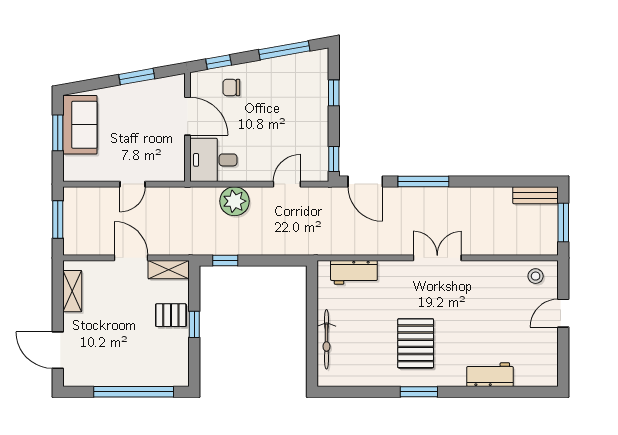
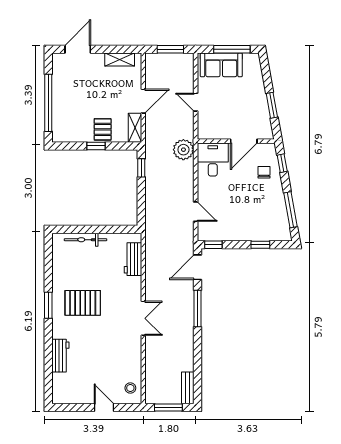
sofa: (80, 125) -> (221, 65), moved
window: (58, 133) -> (232, 49), width x1.44
plant: (234, 201) -> (183, 150), moved

